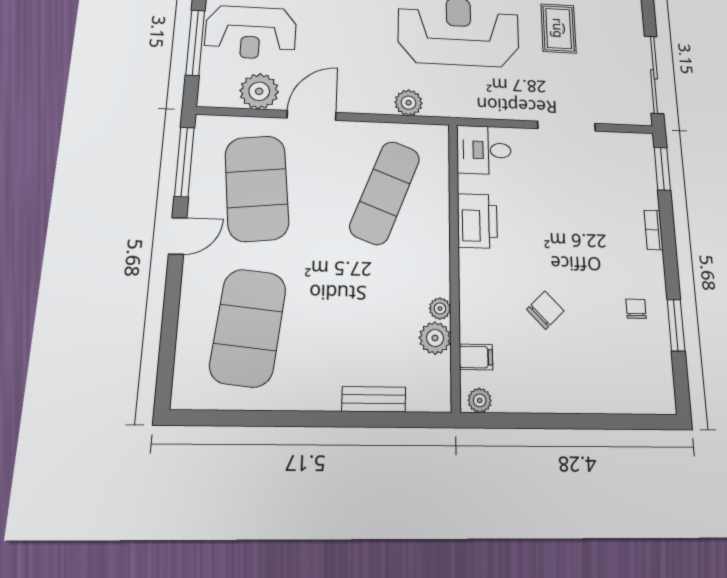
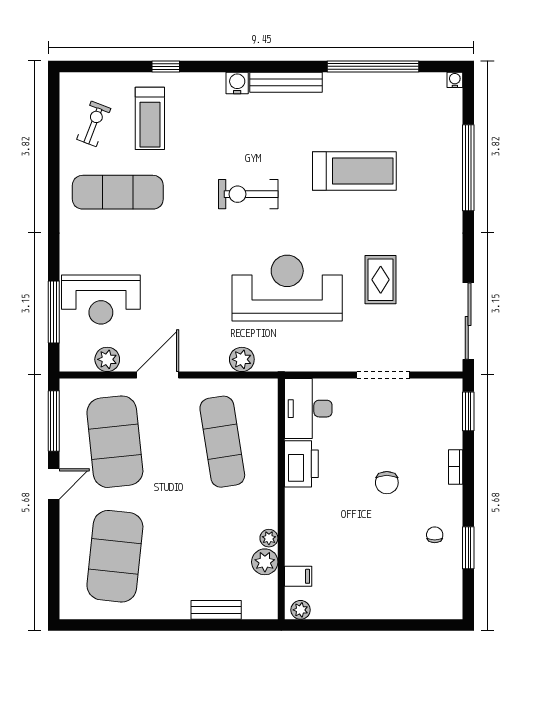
plant: (259, 91) -> (107, 359), width x0.73, depth x0.73
desk: (484, 150) -> (308, 409), width x1.37
exercise mat: (385, 192) -> (222, 442), turned -30
chair: (545, 310) -> (387, 483), moved, turned 134

